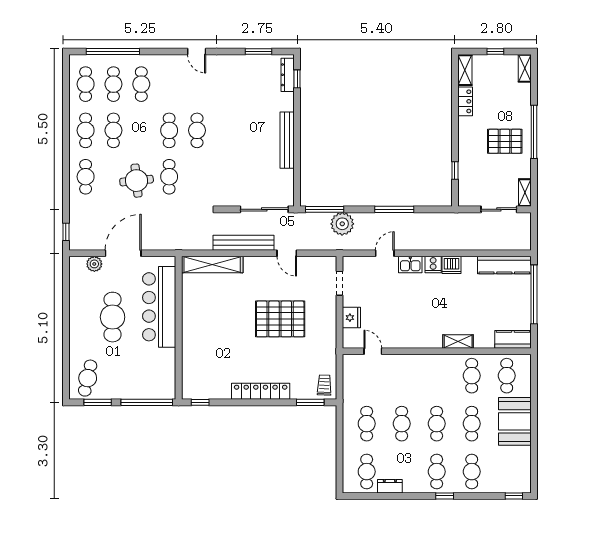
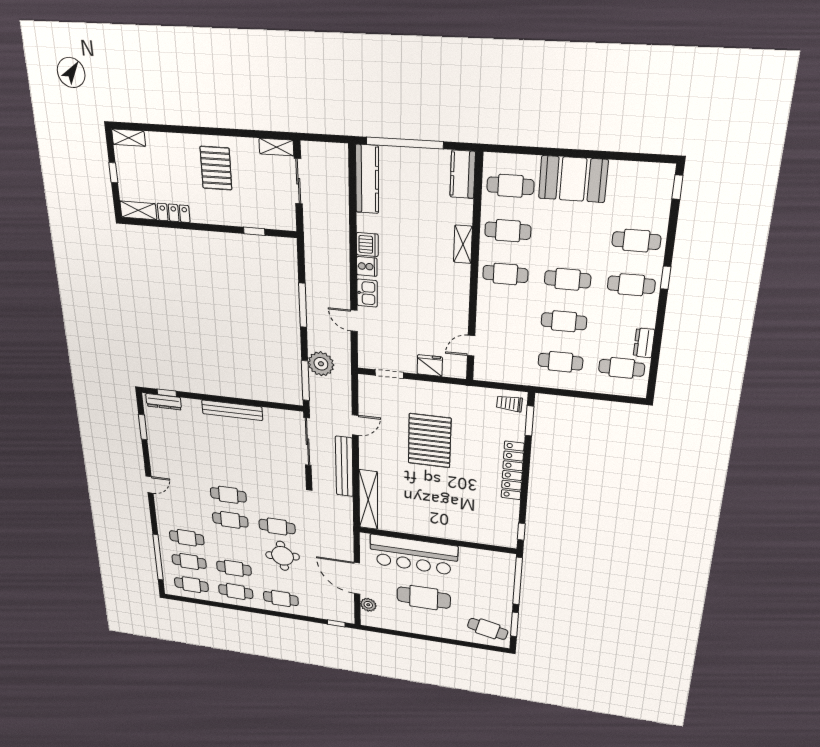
window: (534, 132) -> (202, 131), removed
cafe table: (472, 424) -> (505, 274), moved

